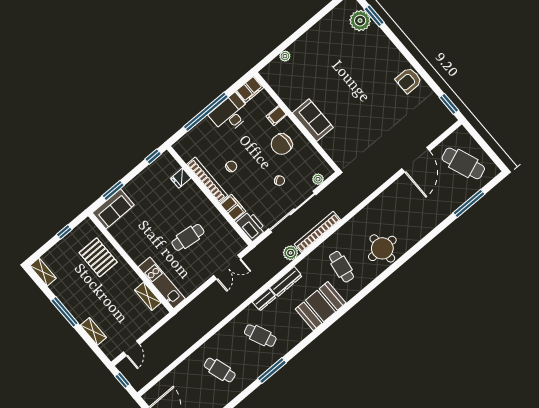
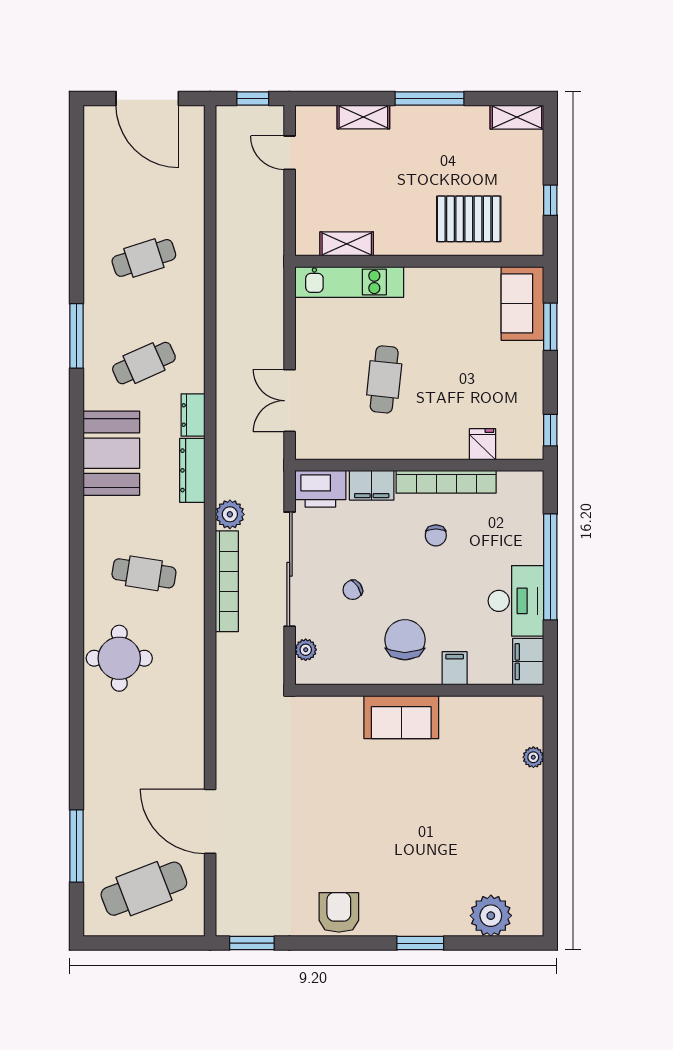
window: (374, 16) -> (420, 943), moved
booth: (321, 306) -> (111, 453), moved

